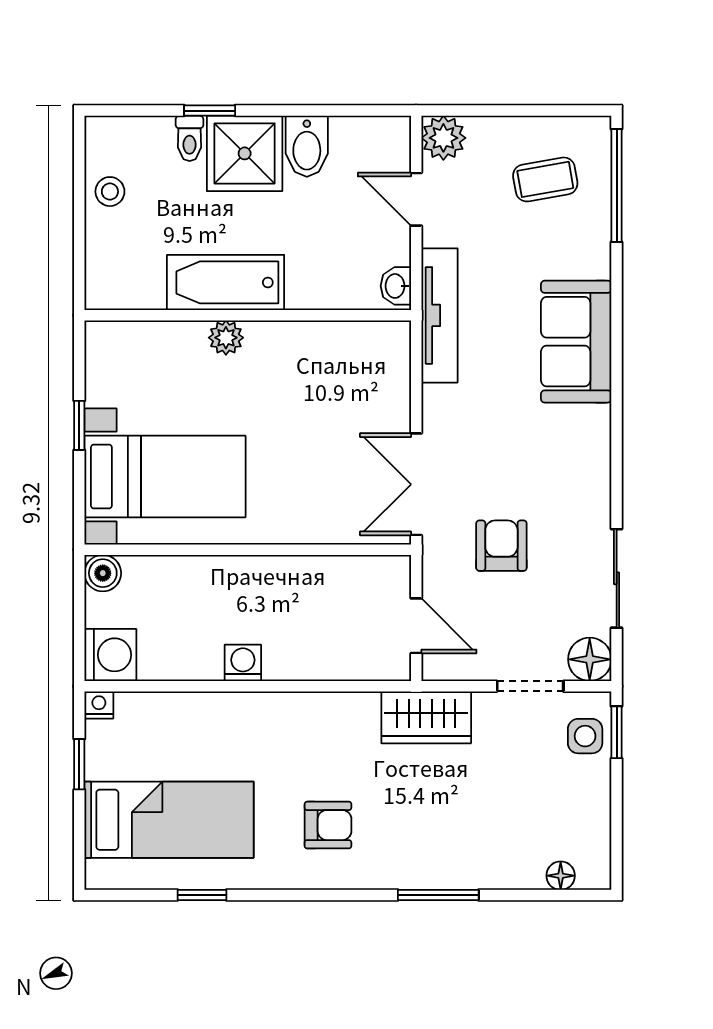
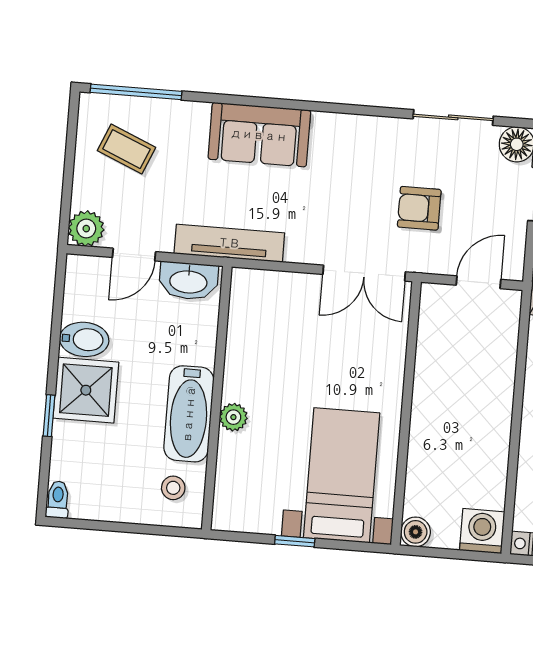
toilet: (190, 138) -> (58, 500), moved, turned -90
coffee table: (545, 179) -> (126, 149), turned -57
stool: (110, 192) -> (173, 488), moved
washbasin: (396, 286) -> (188, 281), width x1.91, depth x1.45
washing machine: (243, 663) -> (497, 425), removed

